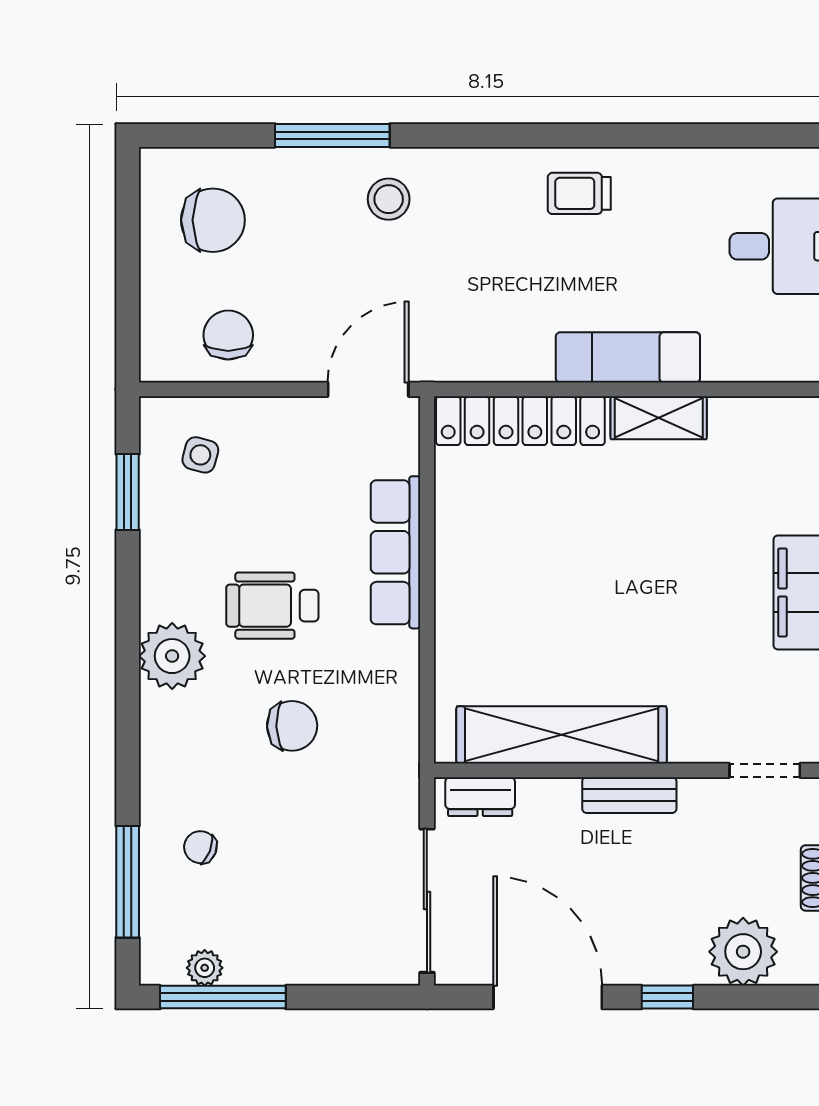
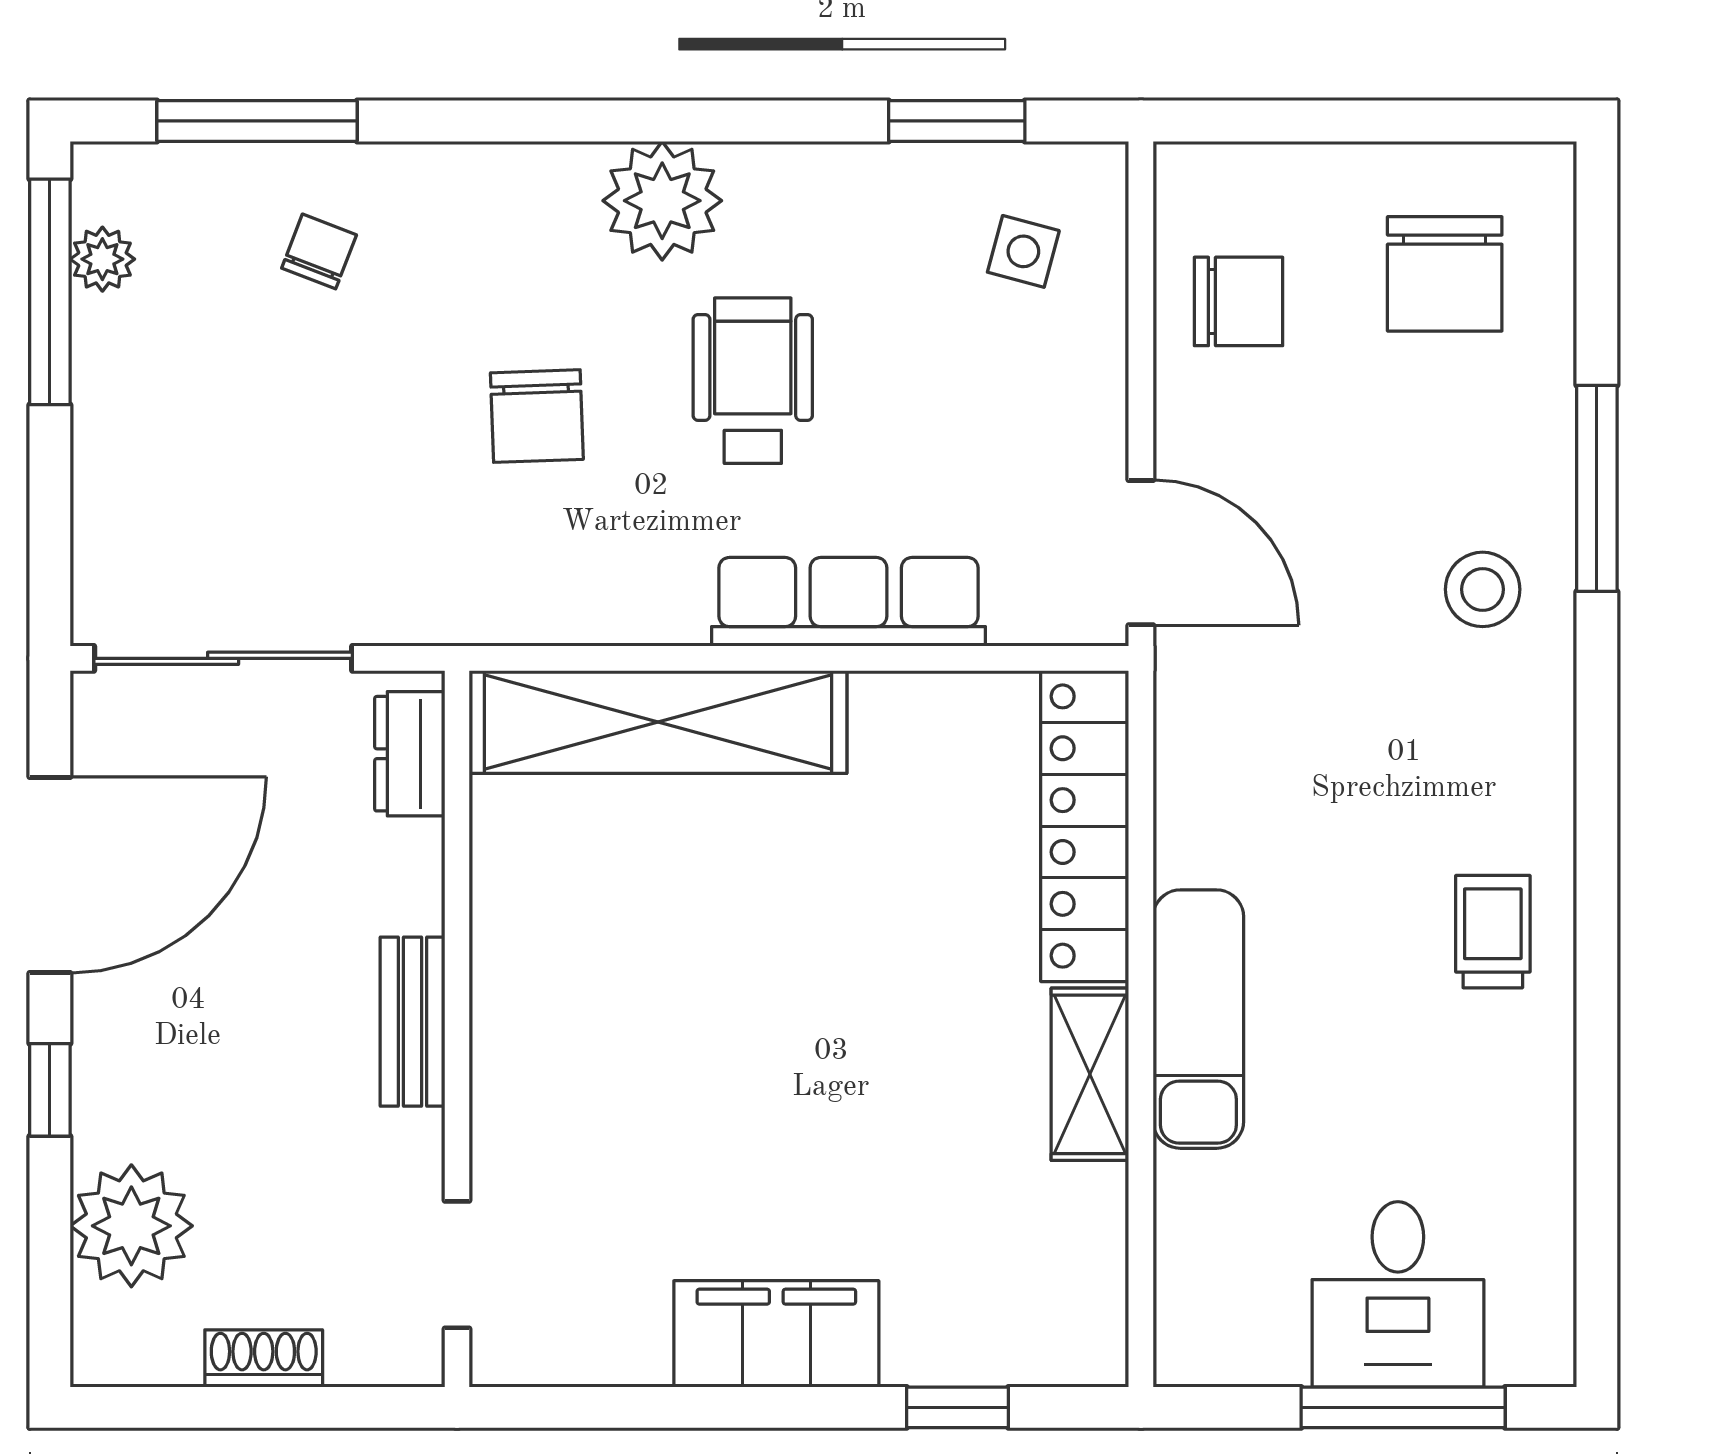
shelving: (562, 735) -> (658, 722), moved, turned 90

